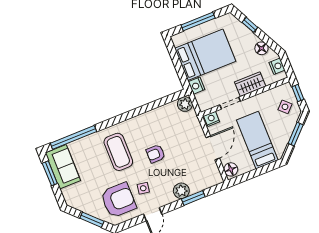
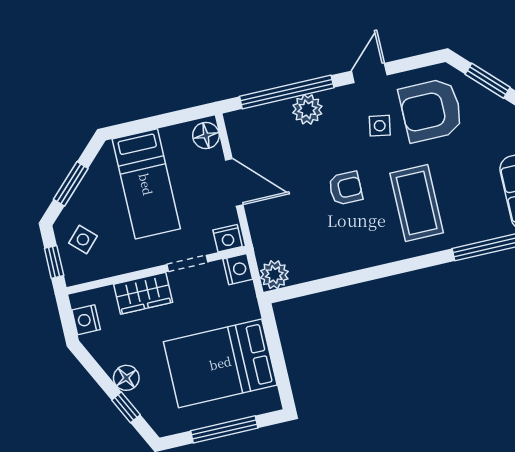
floor lamp: (261, 48) -> (126, 378), moved
nightstand: (197, 86) -> (238, 269), moved
door: (213, 148) -> (234, 182), swing flipped
window: (193, 198) -> (287, 92), width x2.11

